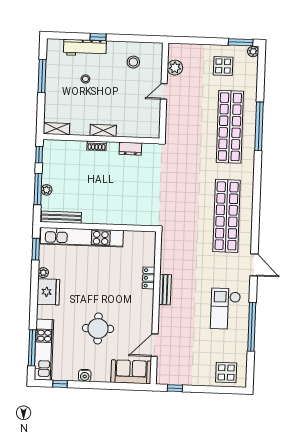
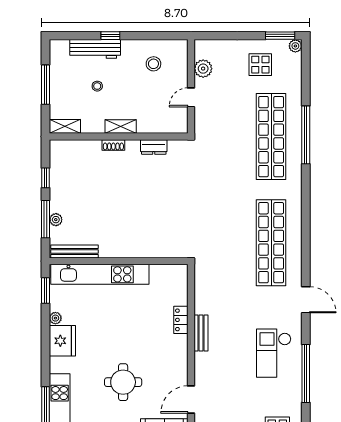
shelving: (56, 129) -> (65, 126), moved
shelving: (103, 130) -> (121, 126), moved
wall: (101, 139) -> (119, 136), moved
shoe rack: (97, 146) -> (113, 145), moved
dresser: (130, 149) -> (154, 147), moved

